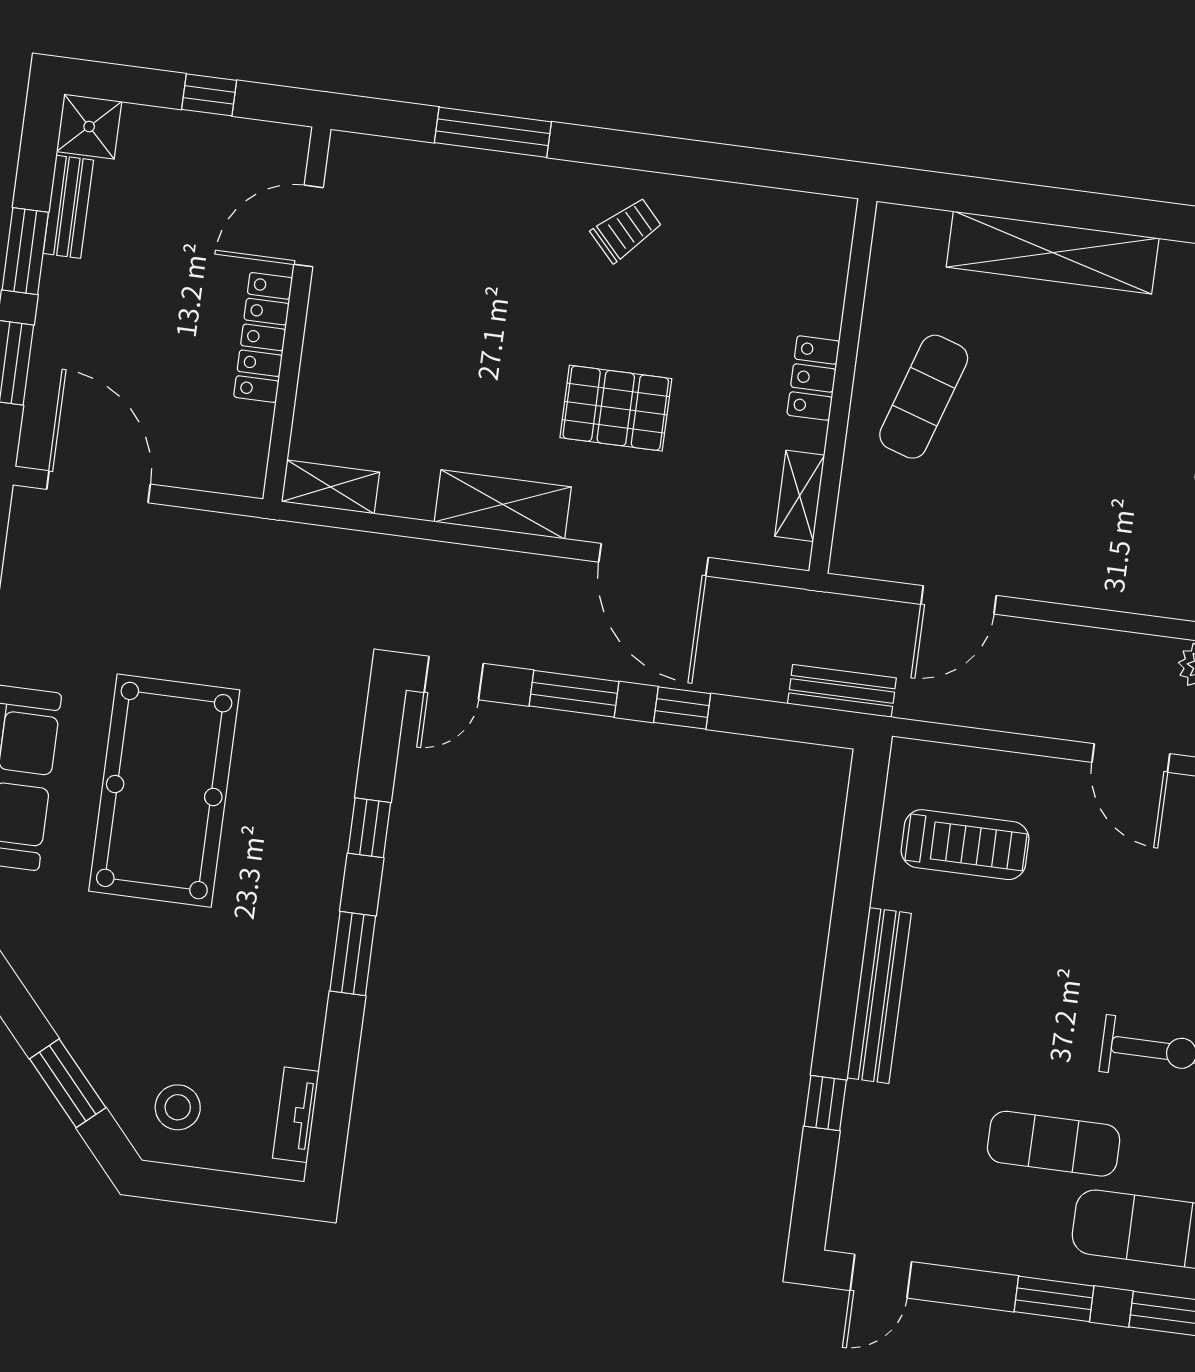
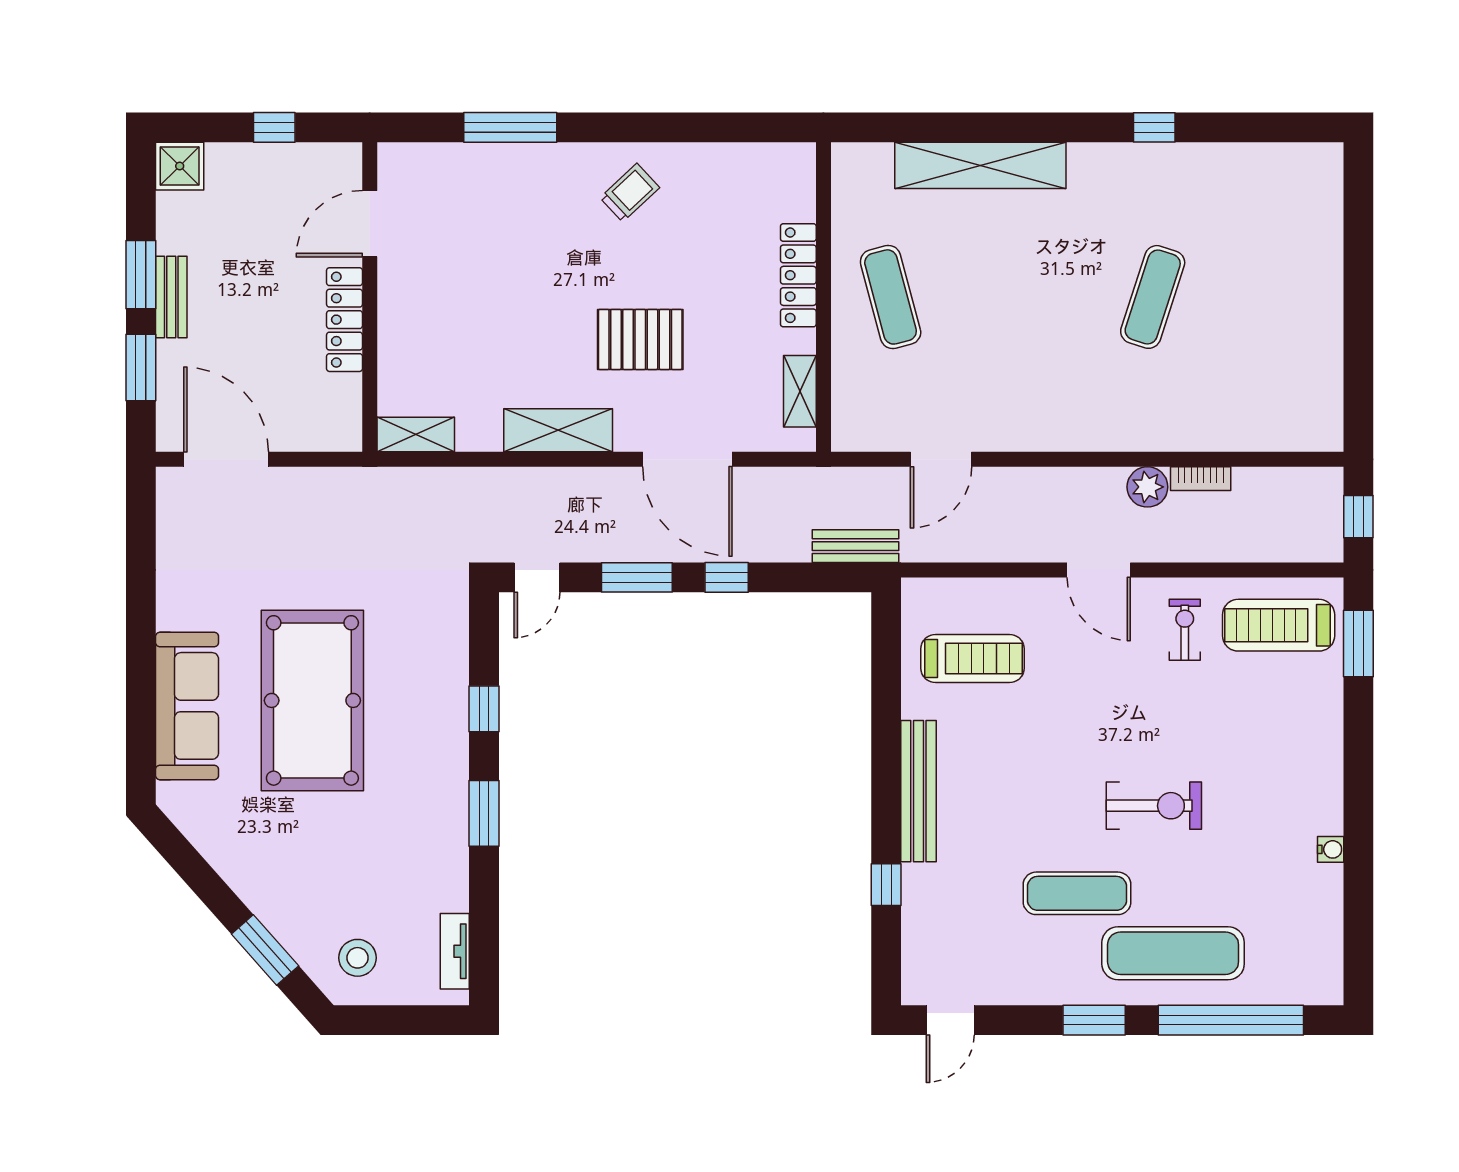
bench: (68, 207) -> (171, 297), moved
locker: (813, 378) -> (798, 275), width x1.53
exercise mat: (924, 397) -> (891, 297), turned -33

